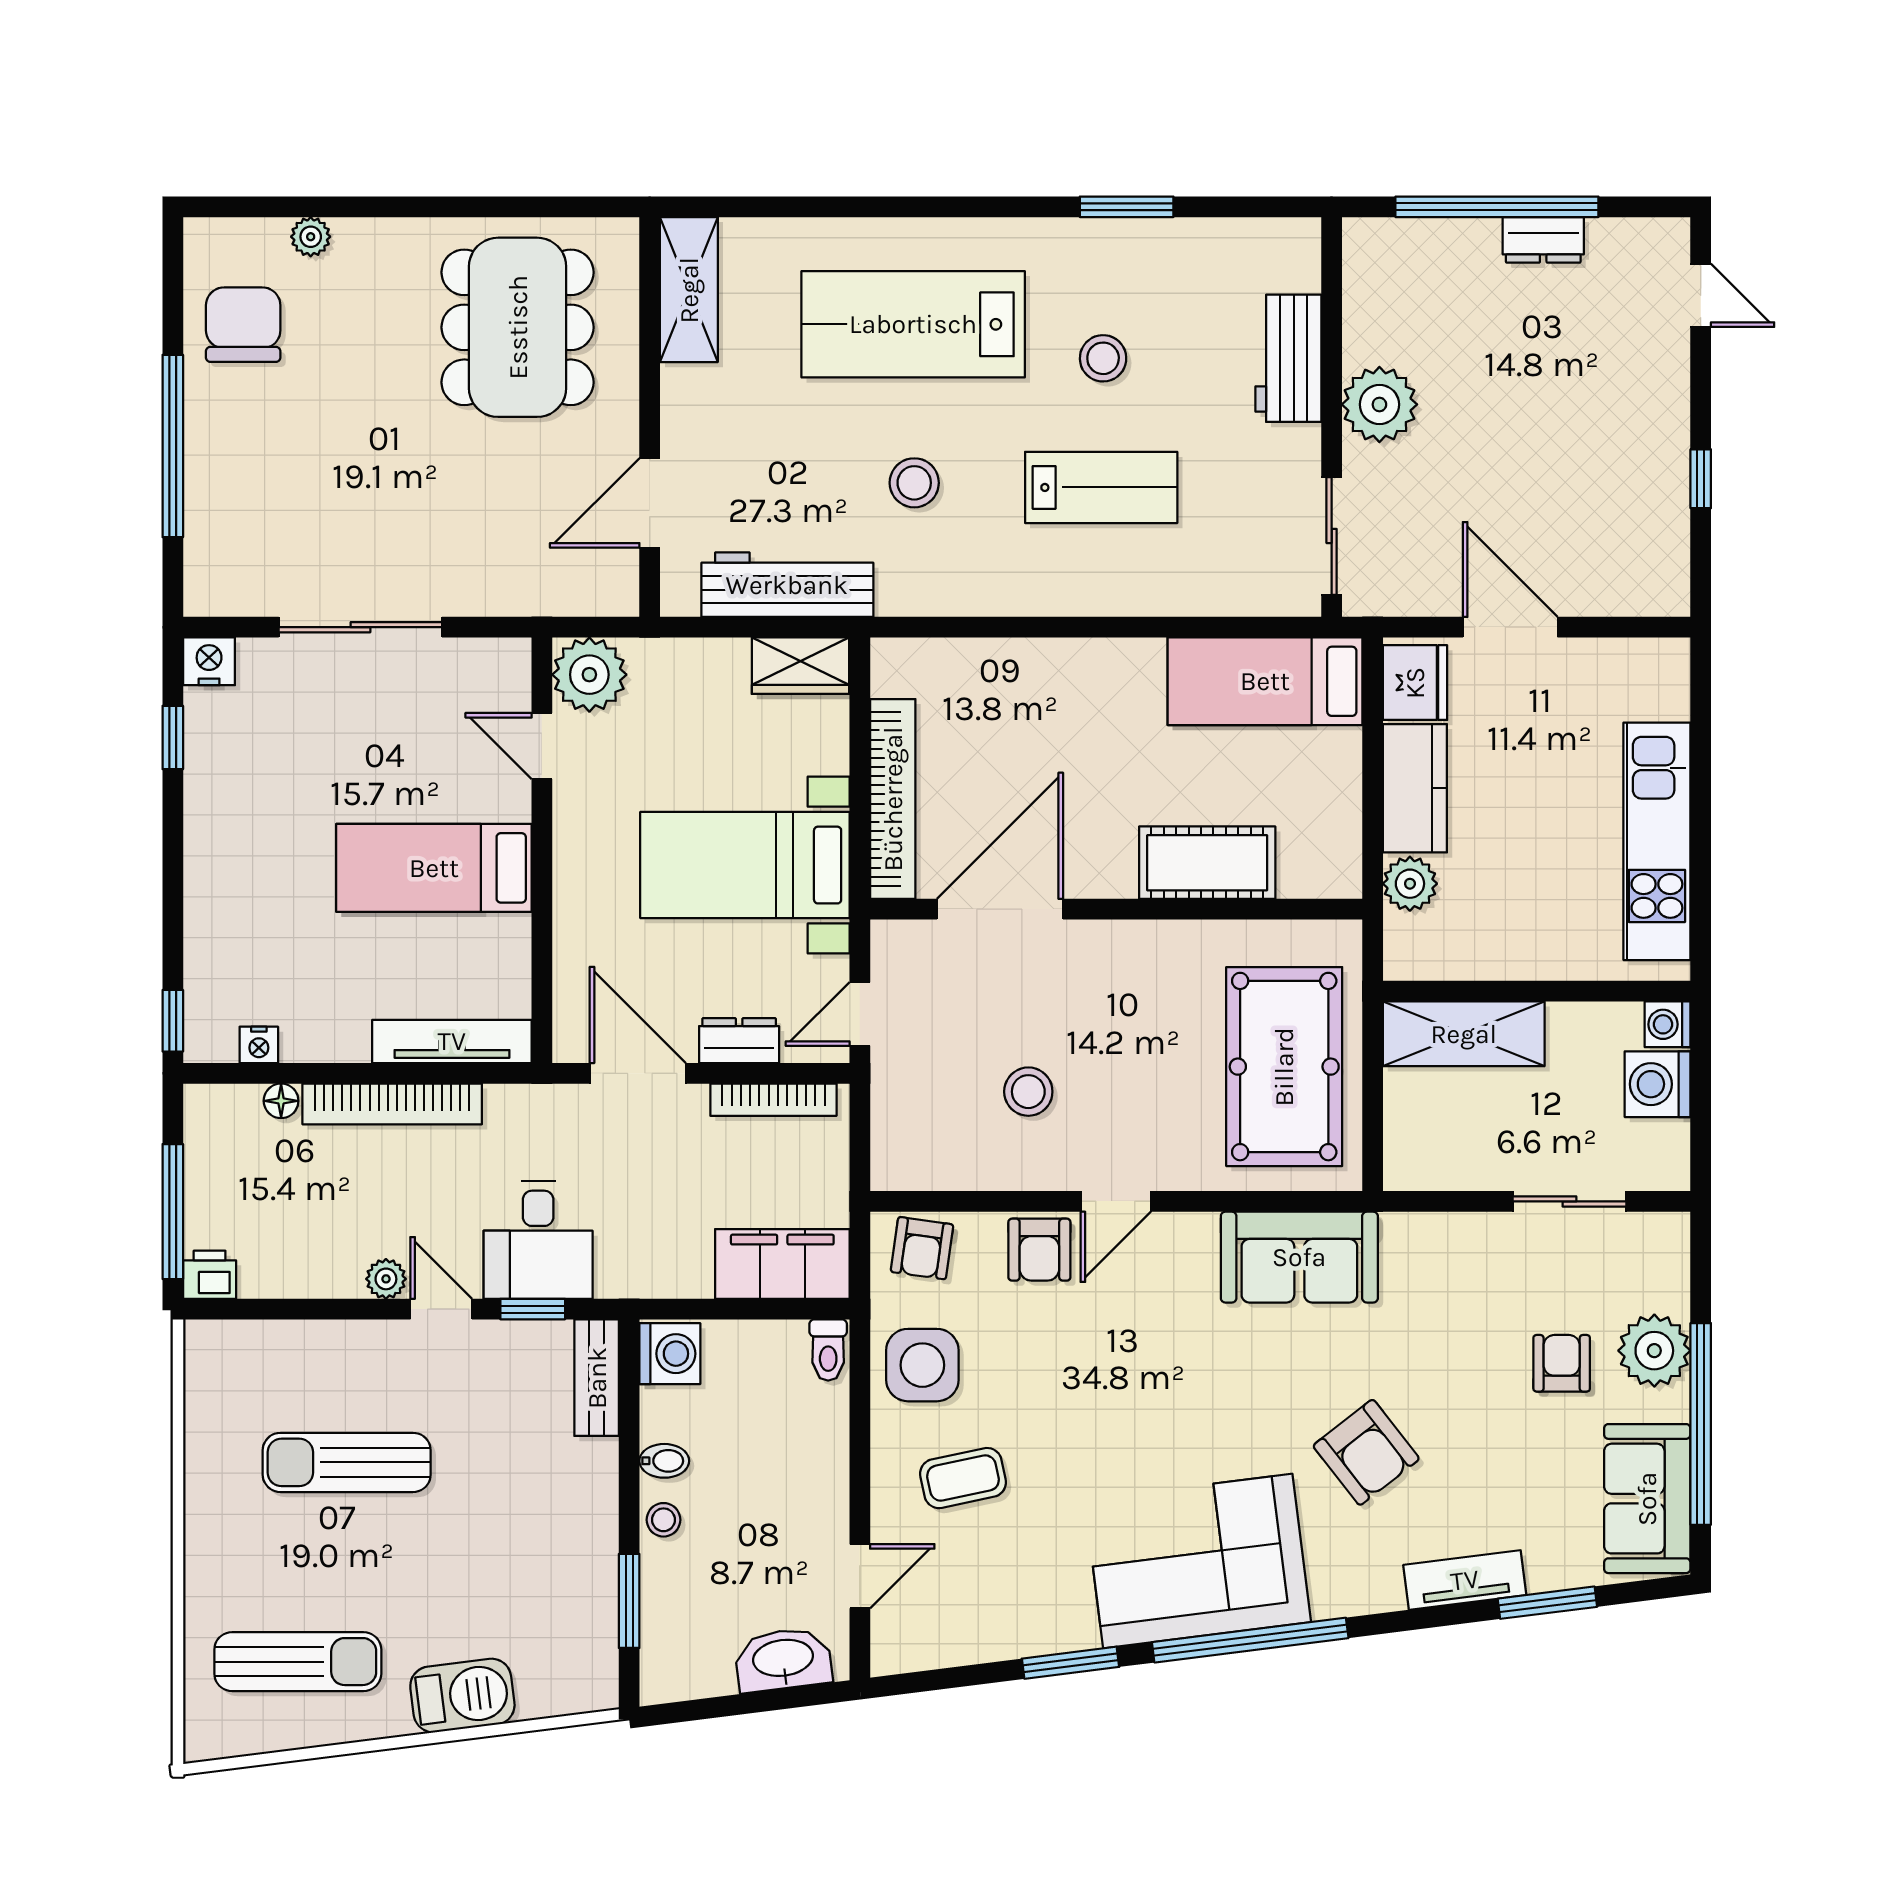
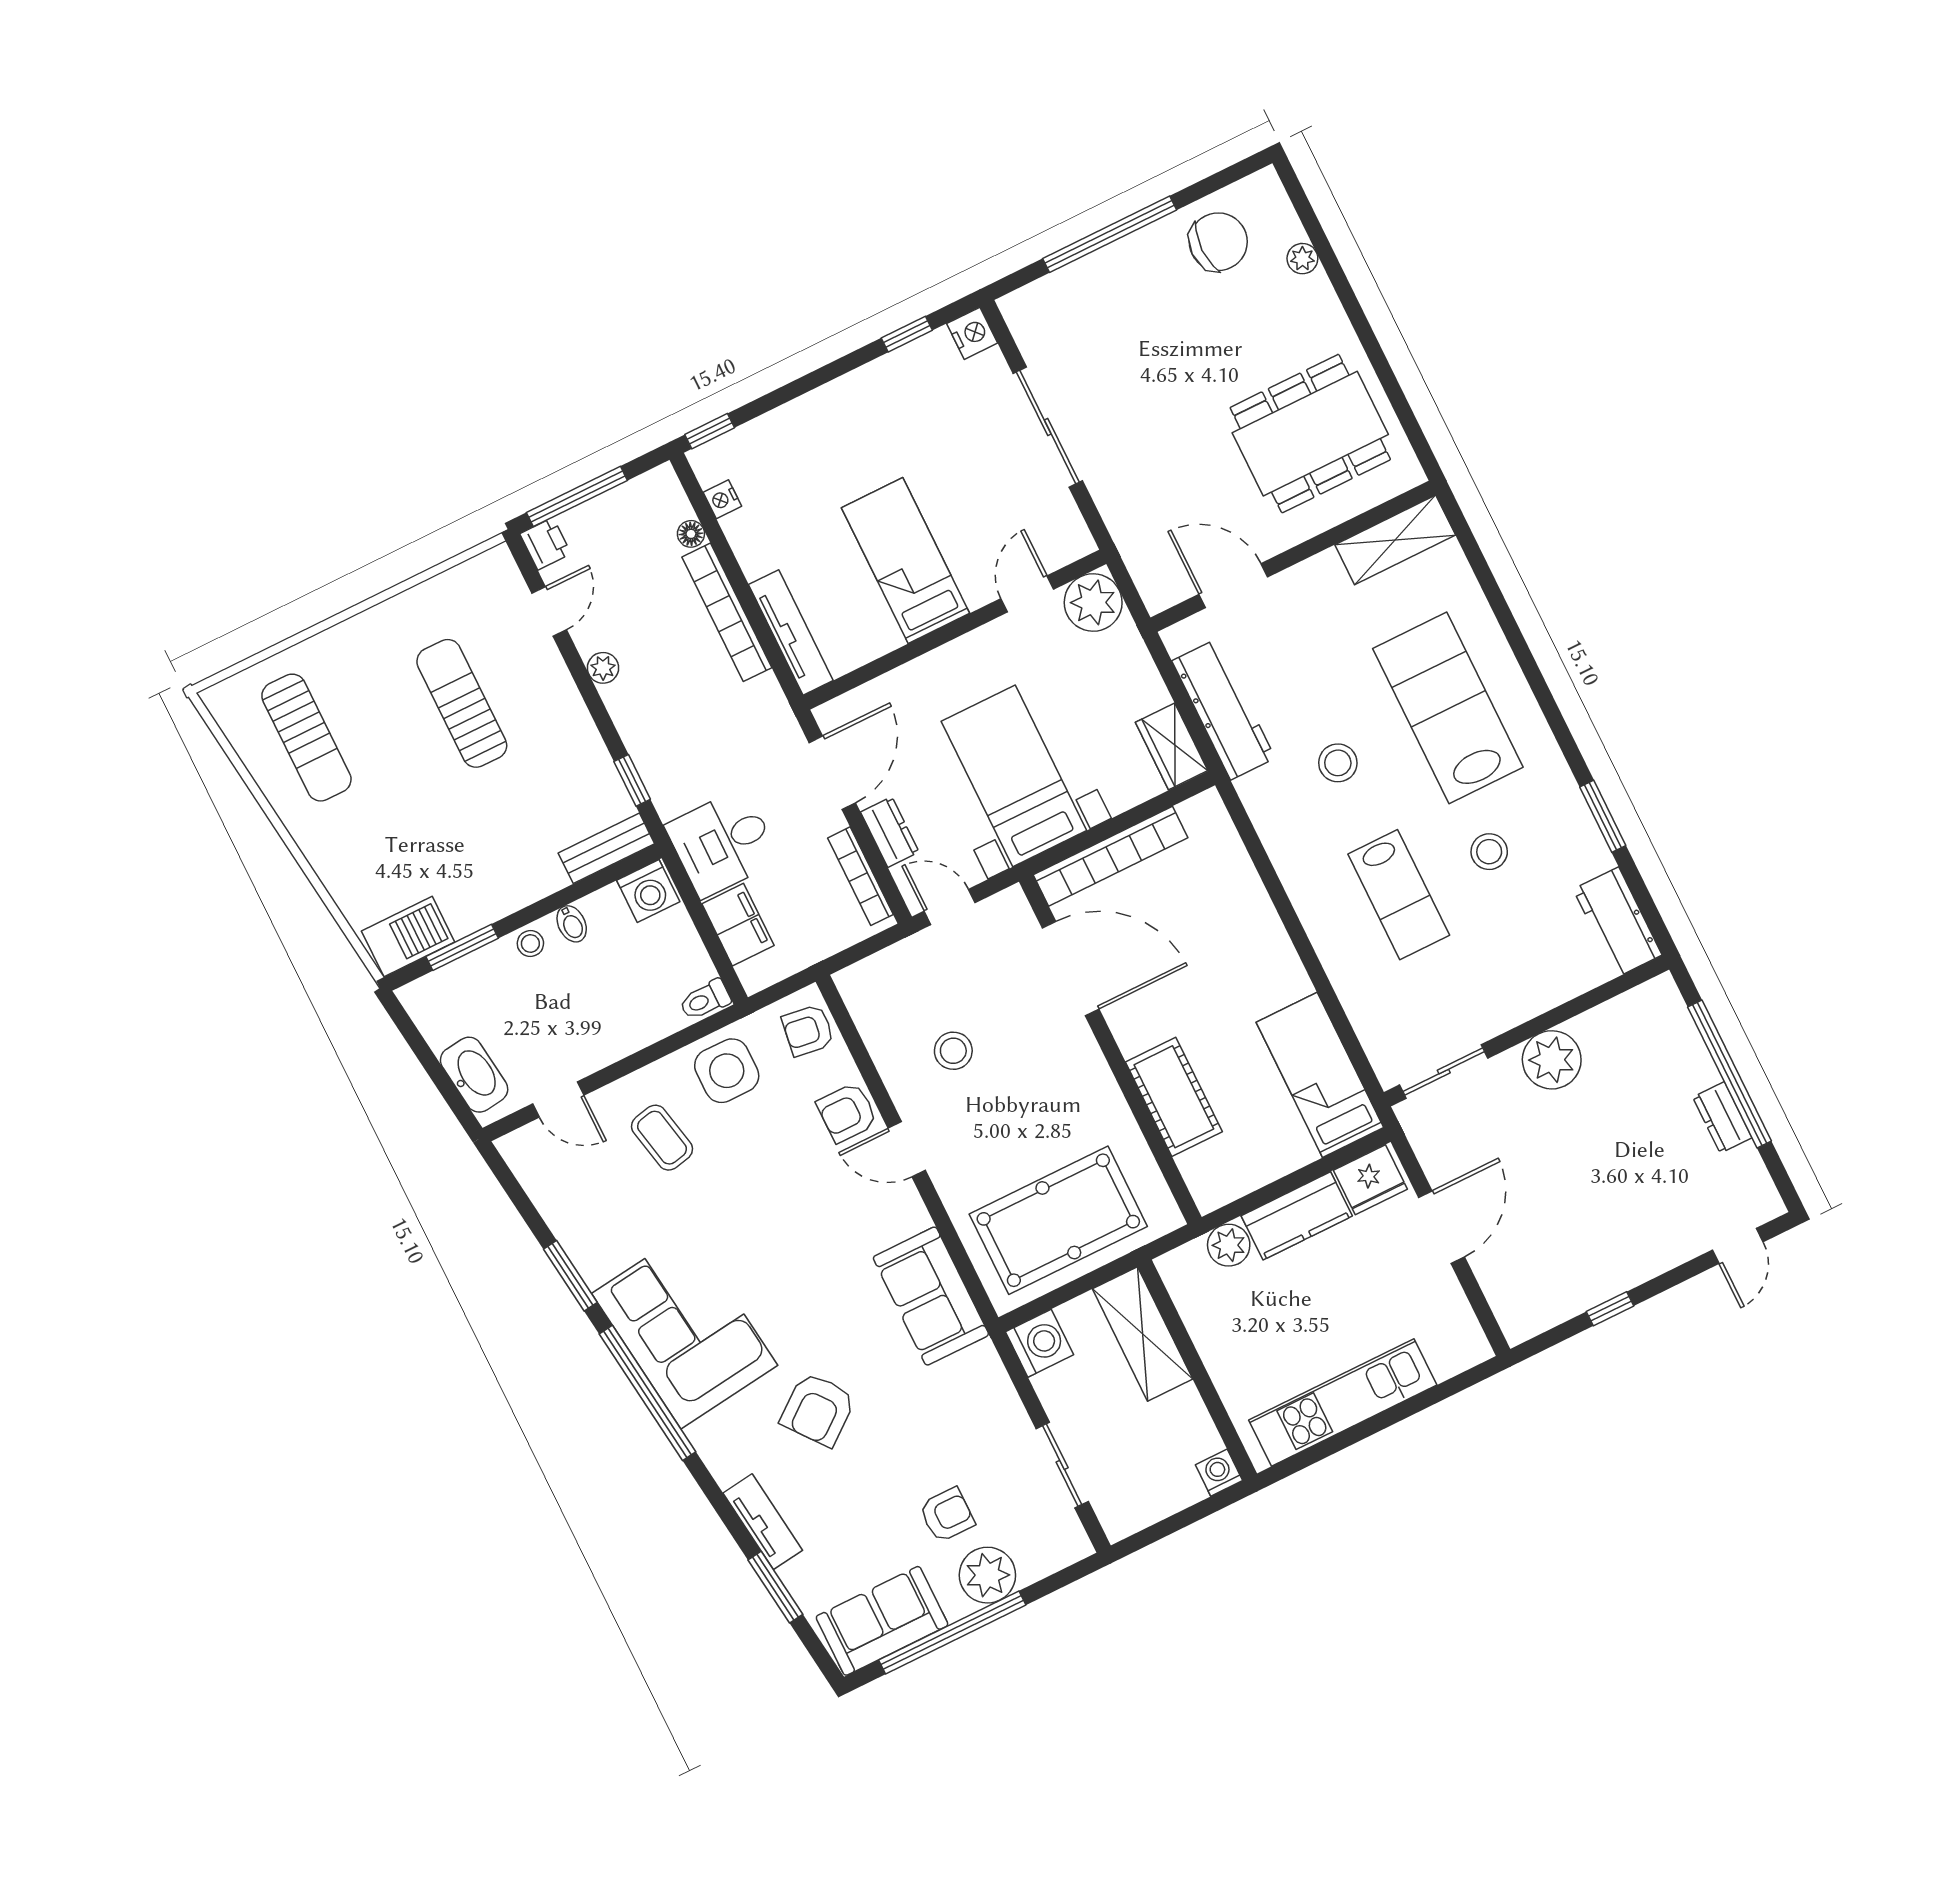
workbench: (1288, 358) -> (1618, 922), moved, turned -90
washing machine: (1658, 1084) -> (1040, 1343), moved, turned 90
desk: (538, 1240) -> (723, 843), moved
filing cabinet: (782, 1264) -> (738, 925), width x0.67, depth x0.86
door: (441, 1309) -> (549, 611), moved
barbecue: (462, 1696) -> (408, 936), moved, turned -83

